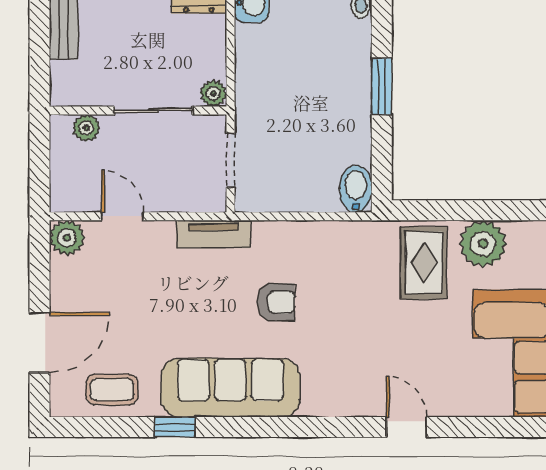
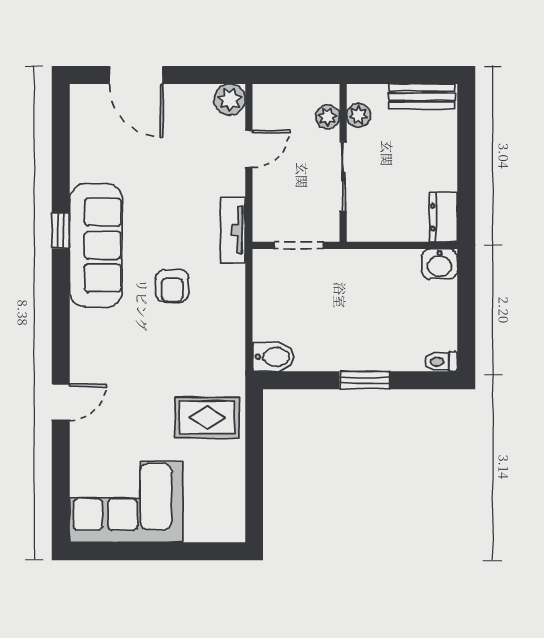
plant: (213, 93) -> (358, 115), moved
plant: (483, 244) -> (224, 471), removed
coffee table: (112, 389) -> (94, 140), removed
window: (175, 427) -> (61, 230), moved

